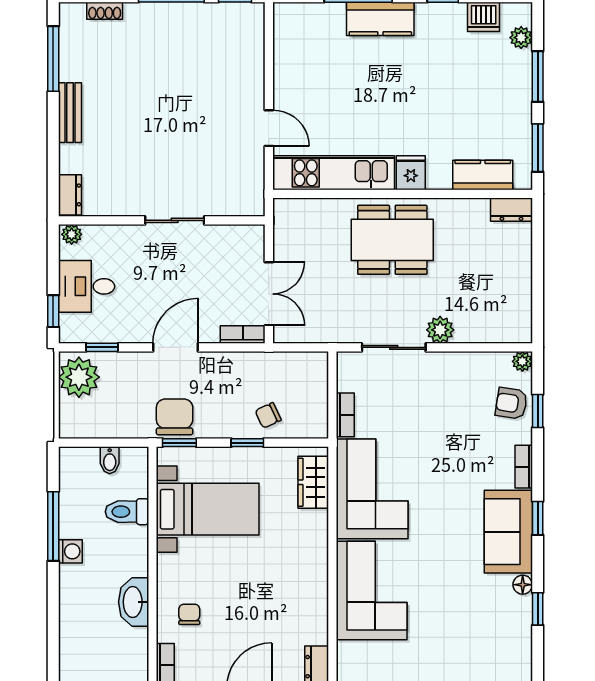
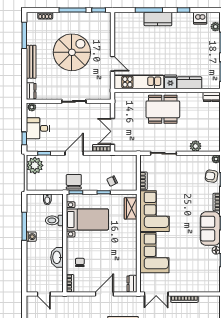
spiral stairs: (170, 100) -> (72, 52), added
bench: (70, 113) -> (31, 62), width x1.36
kitchen counter: (483, 175) -> (189, 83), moved
double door: (269, 294) -> (112, 131), swing flipped
plant: (440, 330) -> (196, 146), moved

